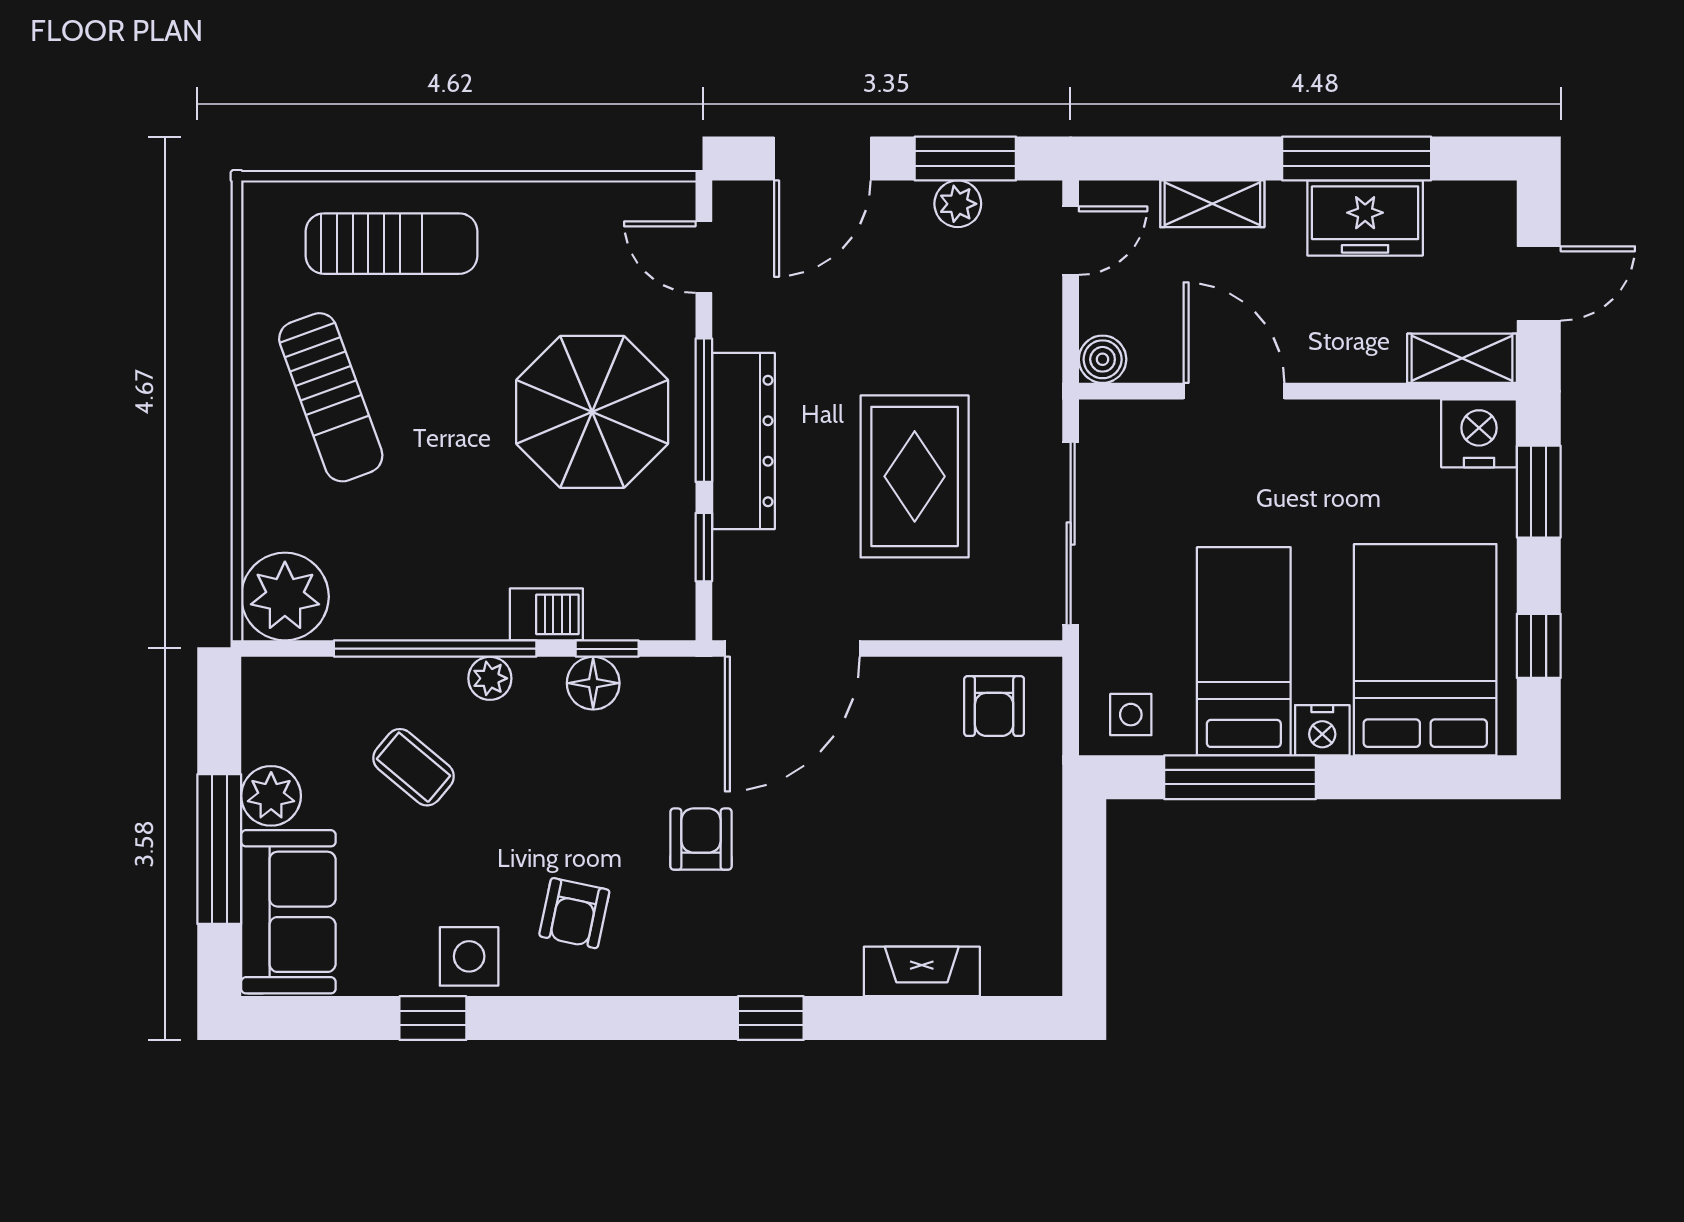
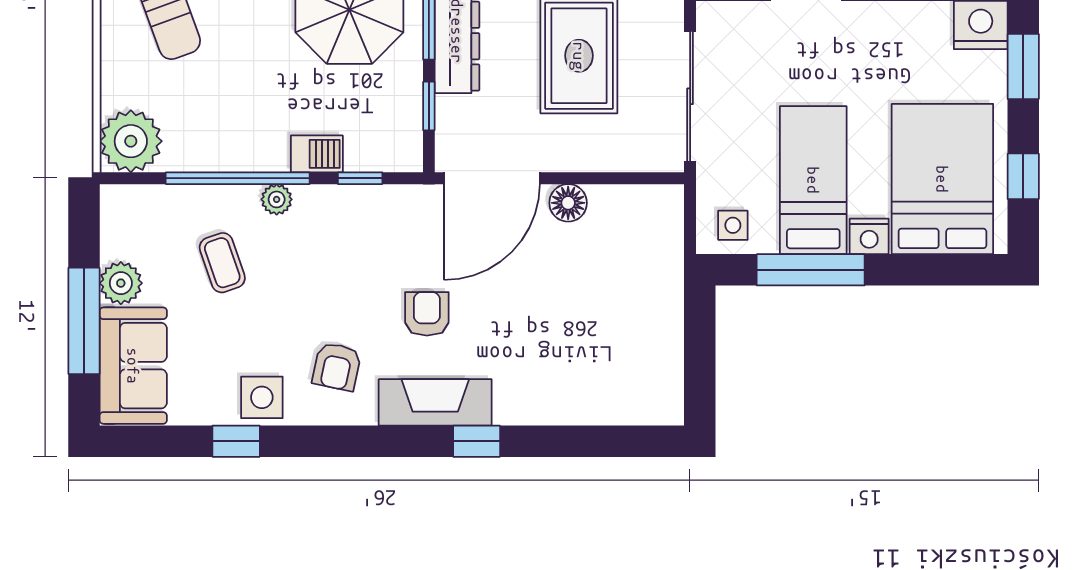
floor lamp: (593, 683) -> (568, 203), moved
armchair: (994, 706) -> (636, 219), removed
coffee table: (414, 767) -> (222, 263), turned 31
fireplace: (922, 971) -> (435, 402), moved, width x1.37, depth x1.32

